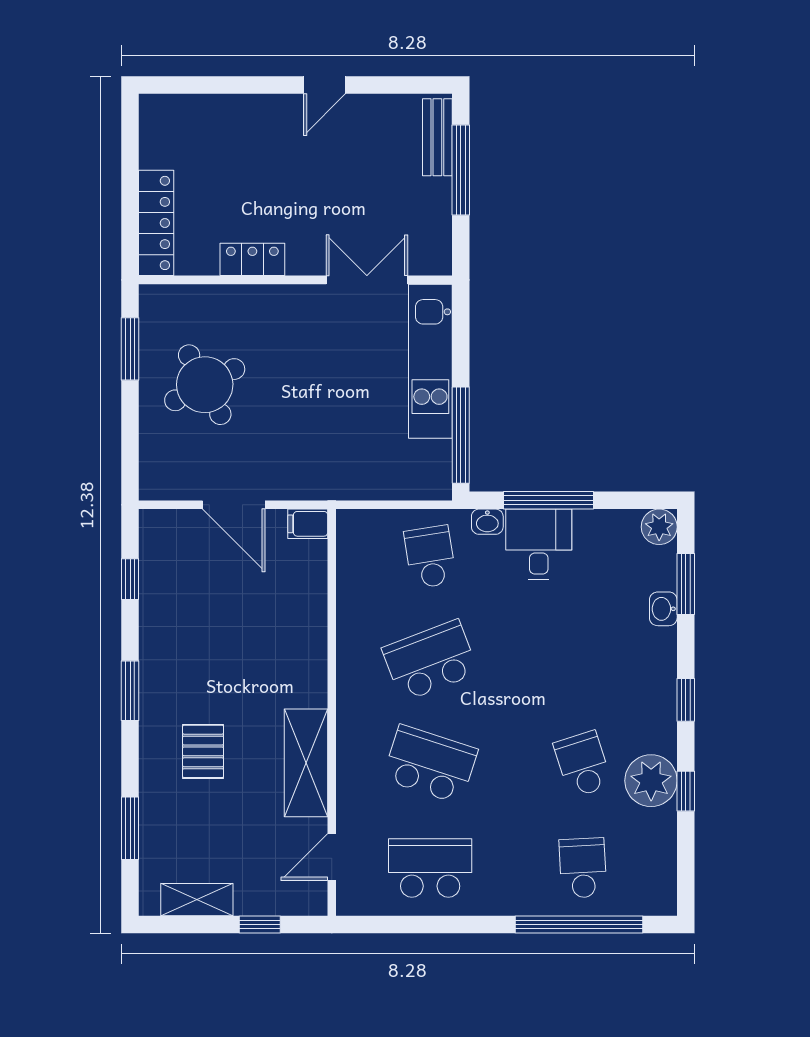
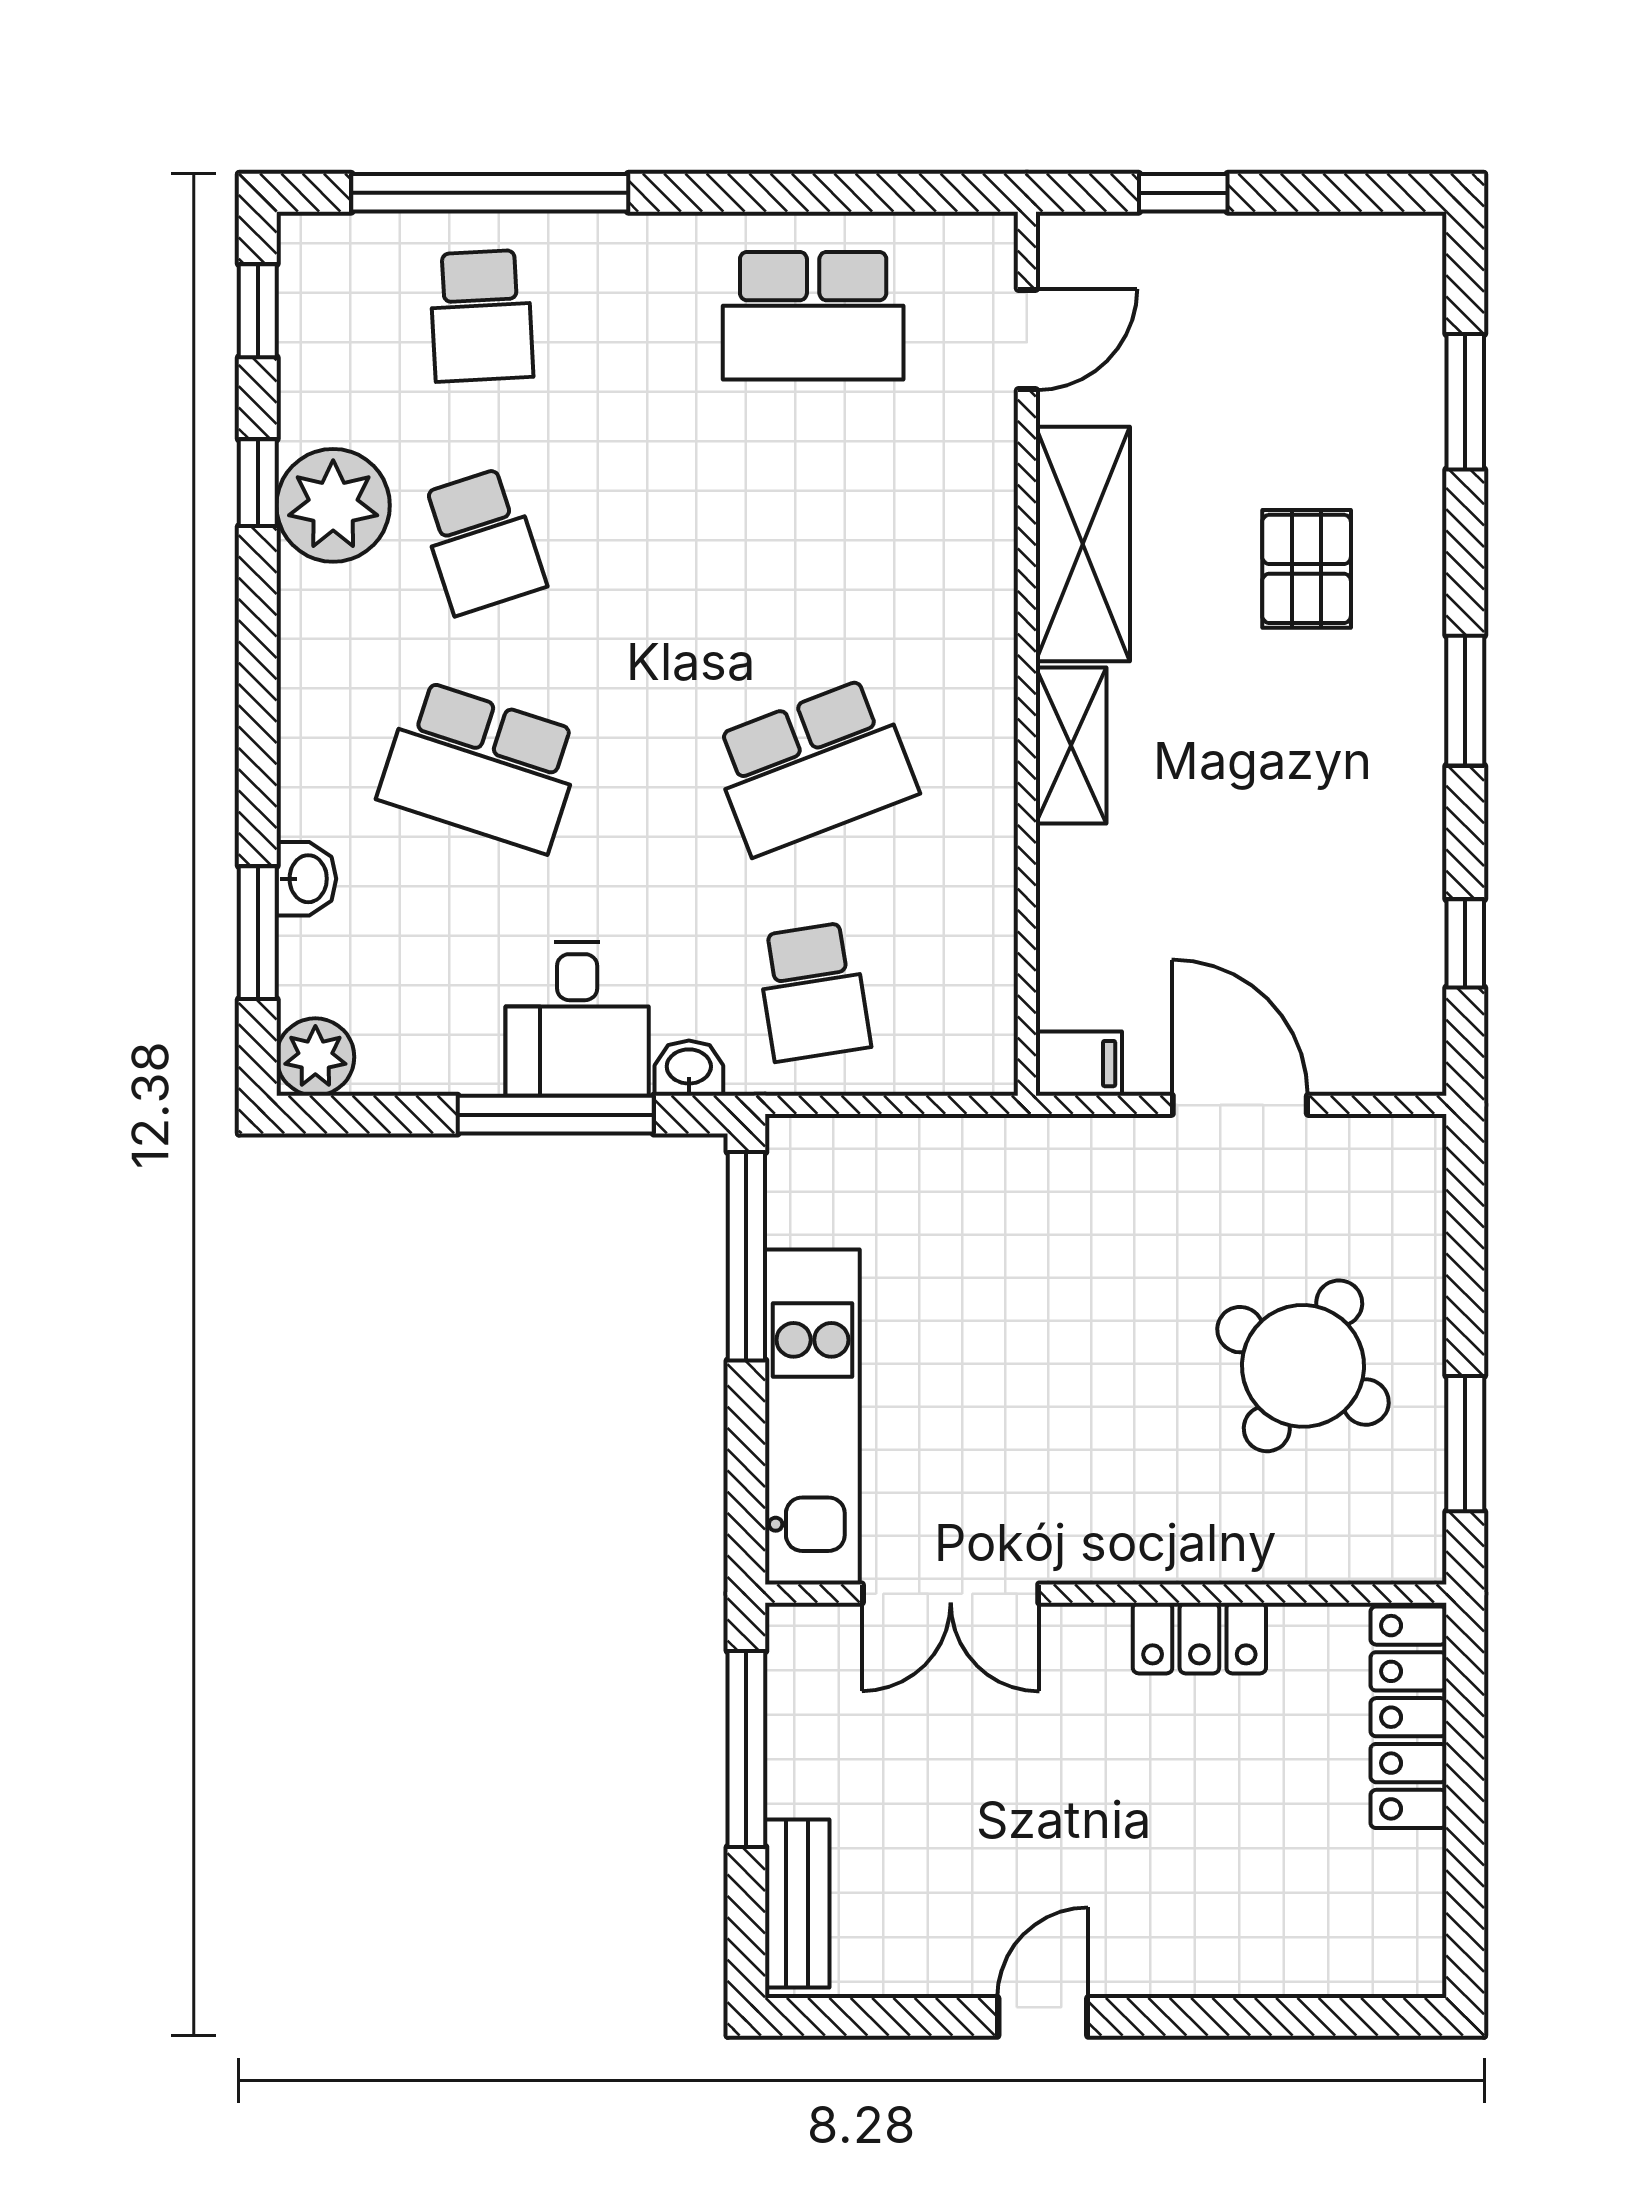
window: (461, 170) -> (746, 1749), moved
round table: (205, 385) -> (1303, 1366), turned -32
window: (686, 700) -> (258, 311), moved
school desk: (430, 764) -> (481, 766), moved
shelving: (197, 900) -> (1071, 745), moved, turned 90

